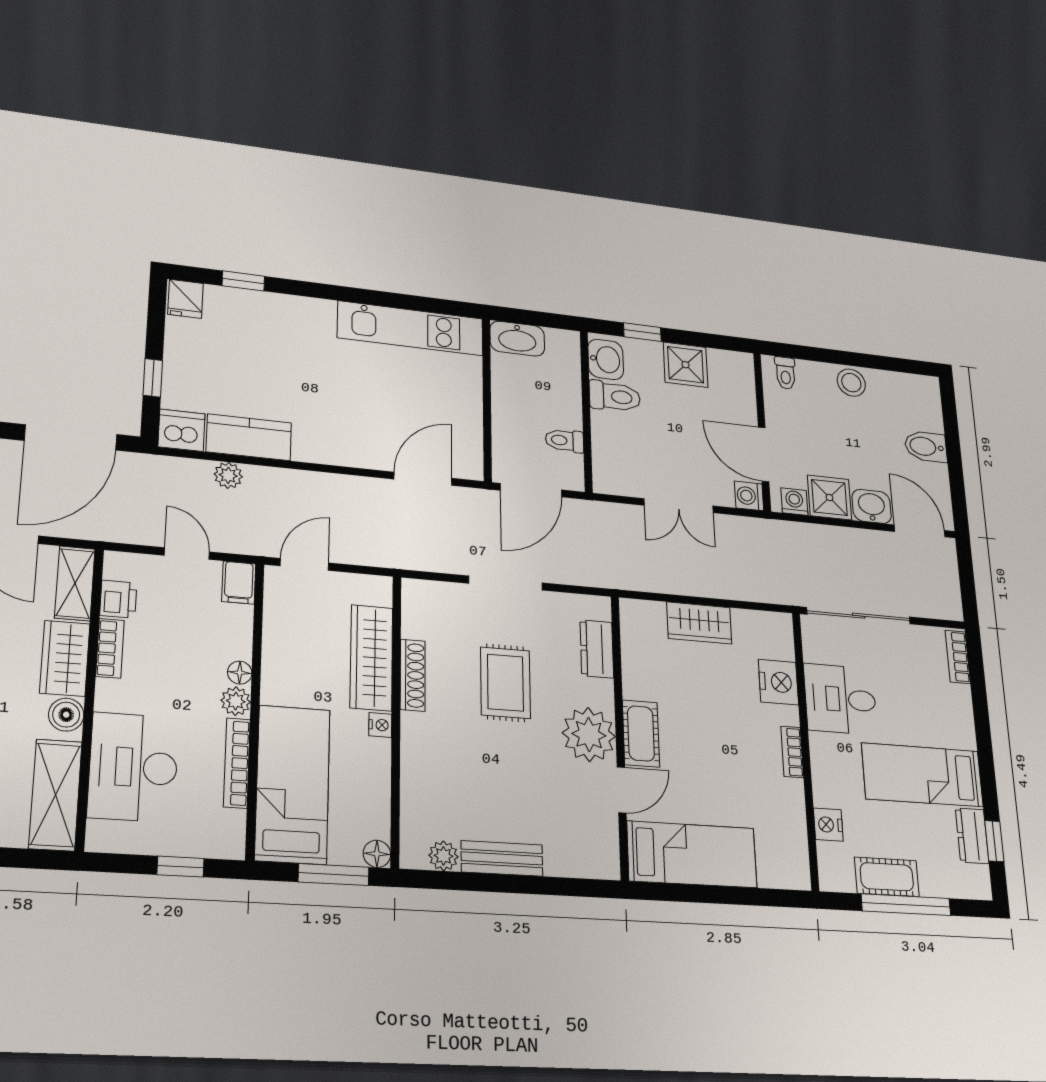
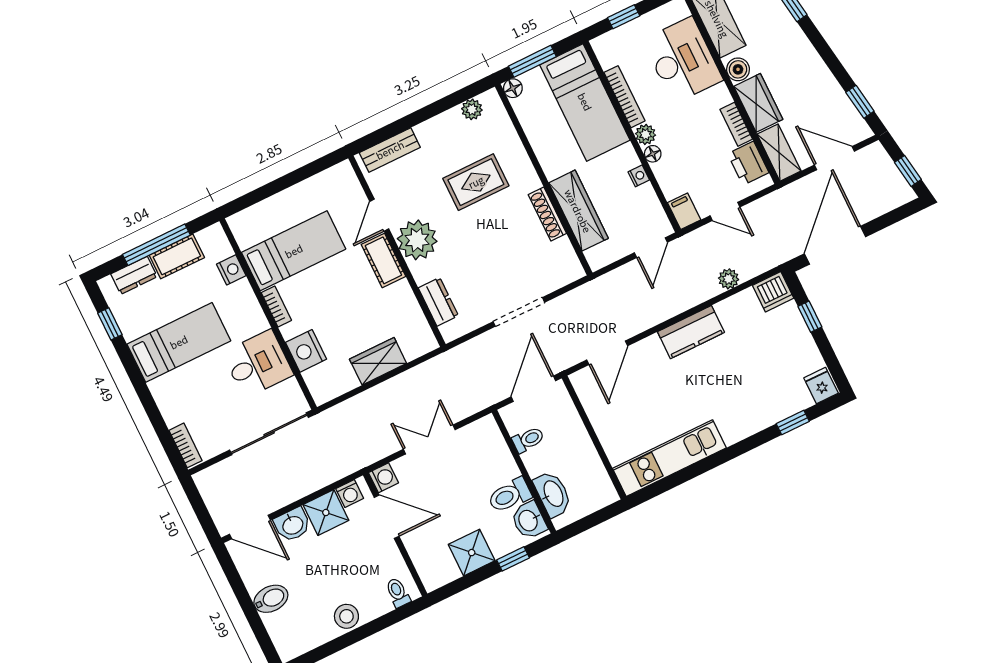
washbasin: (517, 339) -> (553, 494), moved, turned 90
kitchen counter: (249, 437) -> (691, 332), moved
printer: (118, 599) -> (748, 163), width x1.36, depth x1.24
rug: (505, 683) -> (476, 182), moved, turned 90
nightstand: (380, 725) -> (639, 176), moved, turned 180
dresser: (972, 836) -> (134, 275), moved, turned 90
bed: (692, 854) -> (294, 251), moved, turned 180
bench: (502, 858) -> (390, 150), moved

